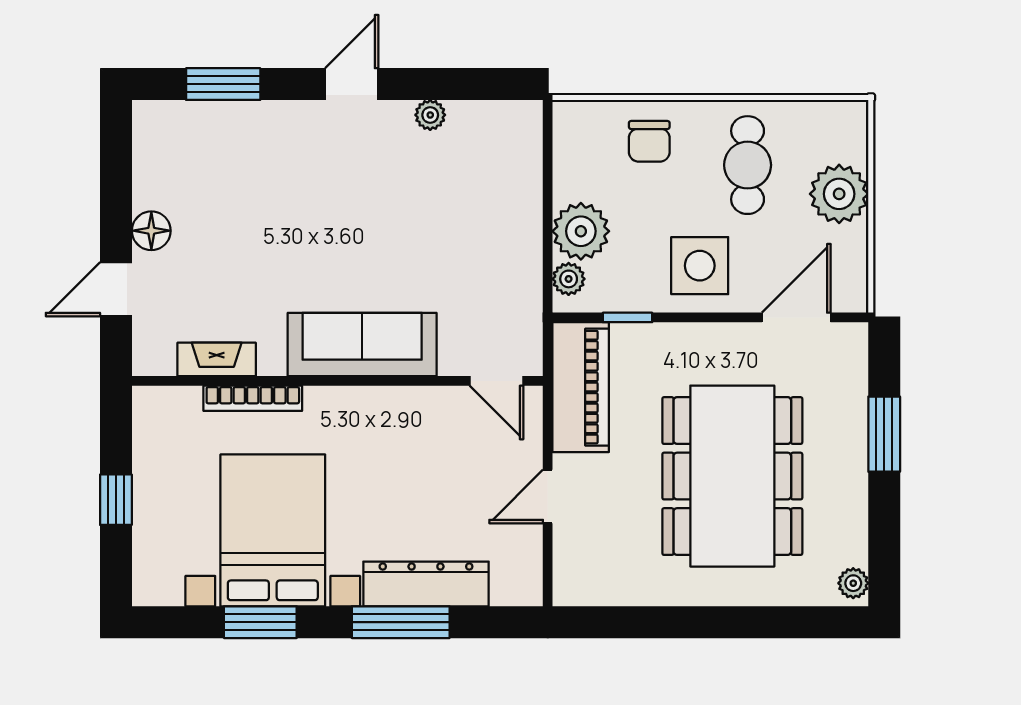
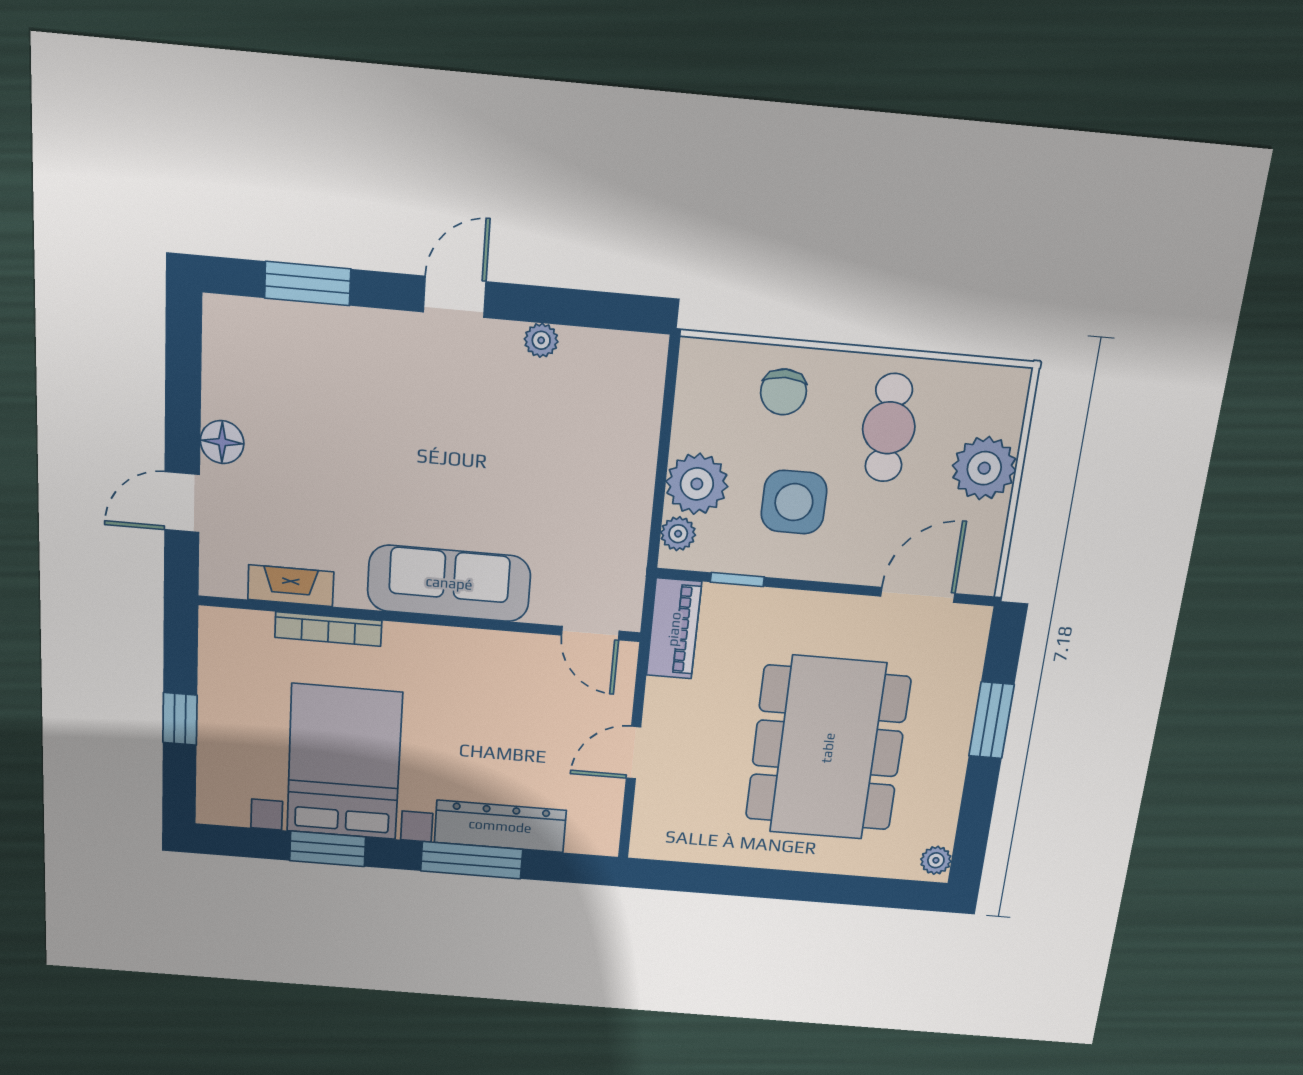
side table: (700, 266) -> (794, 502), moved
piano: (581, 387) -> (674, 629), width x0.73, depth x0.75

